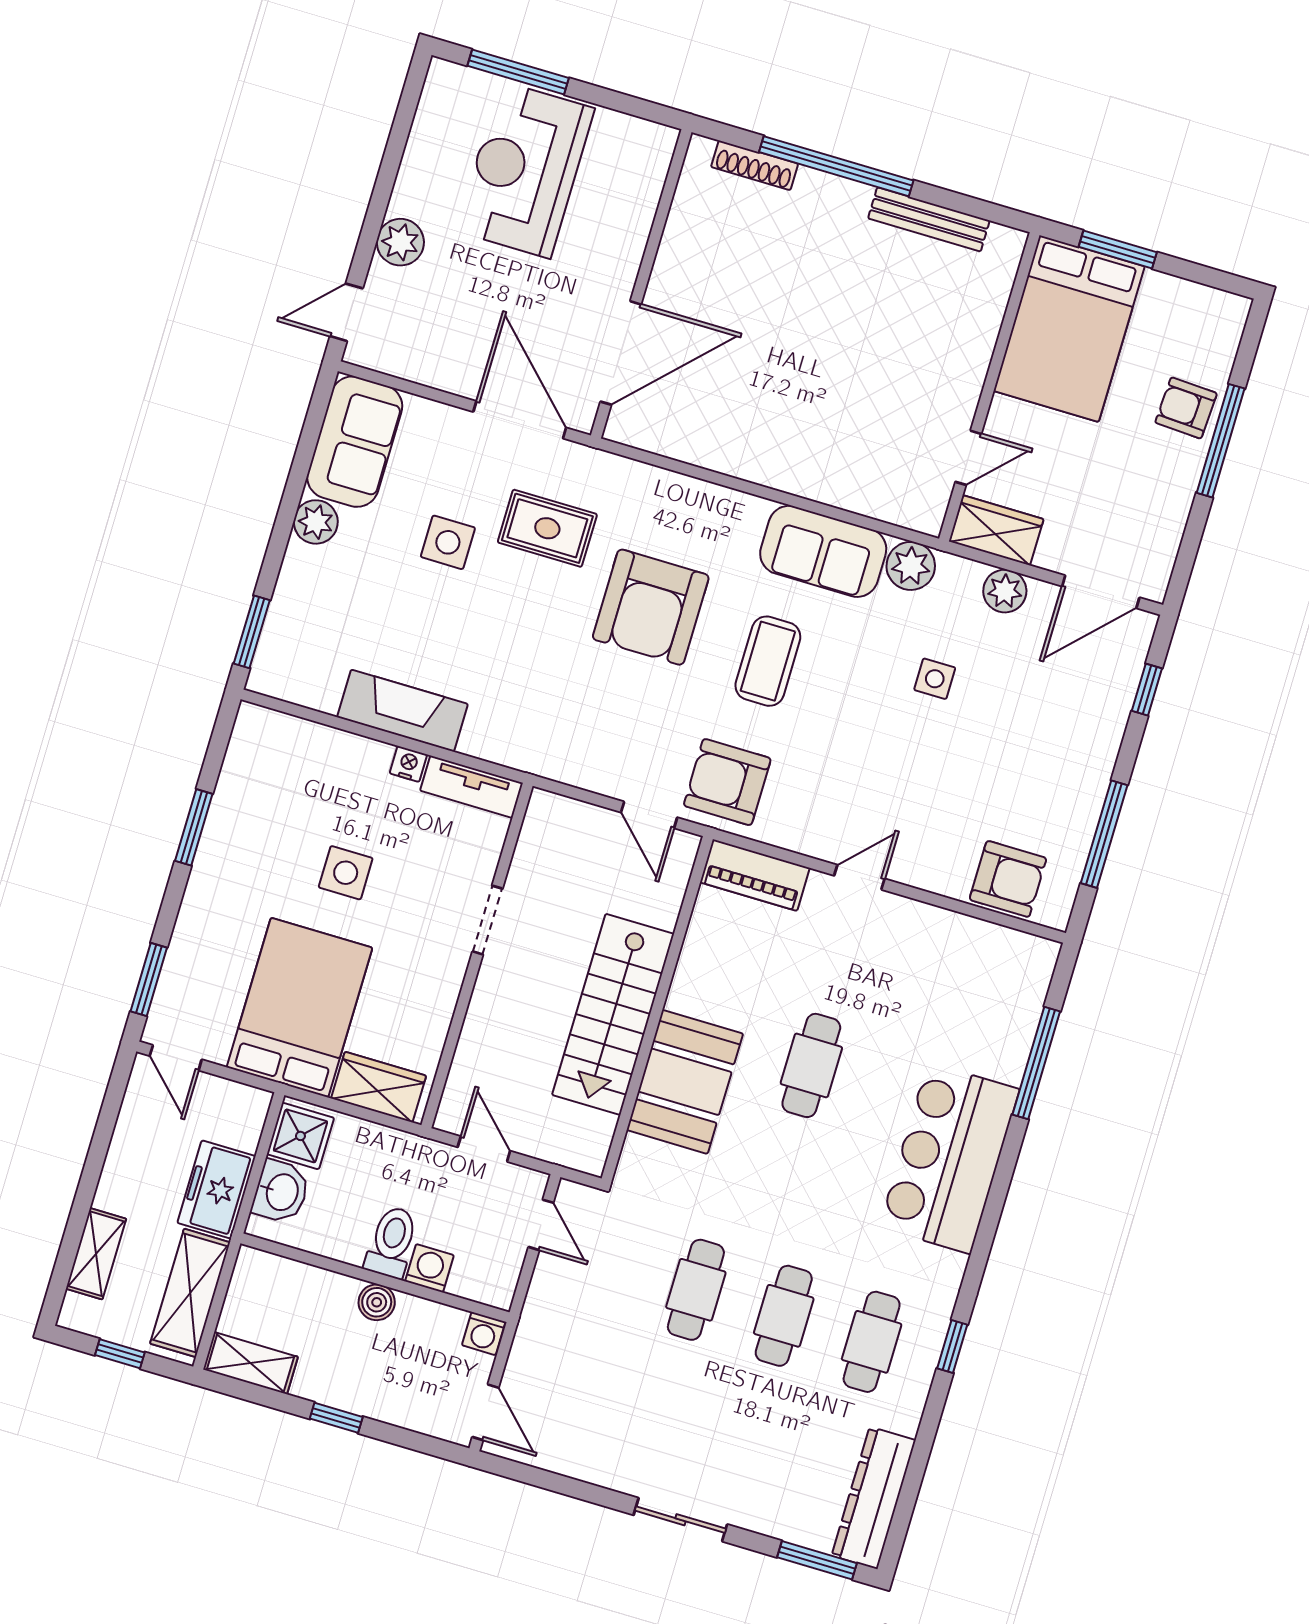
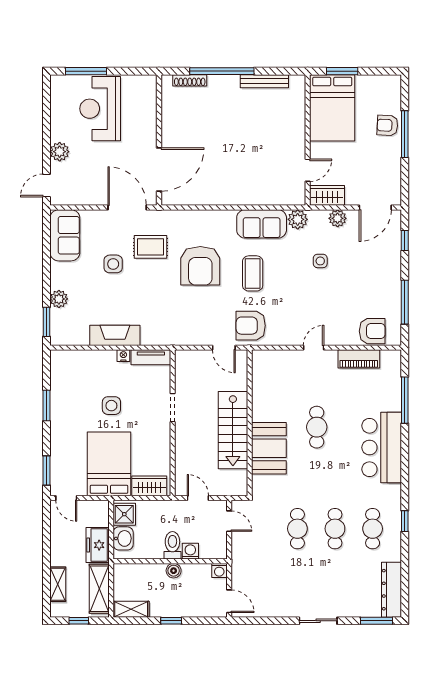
plant: (316, 522) -> (59, 299), moved
piano: (755, 875) -> (359, 359), moved

